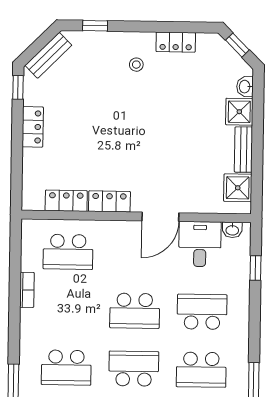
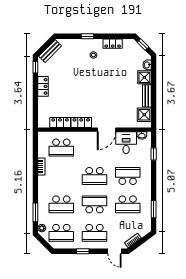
window: (95, 26) -> (87, 36), moved

